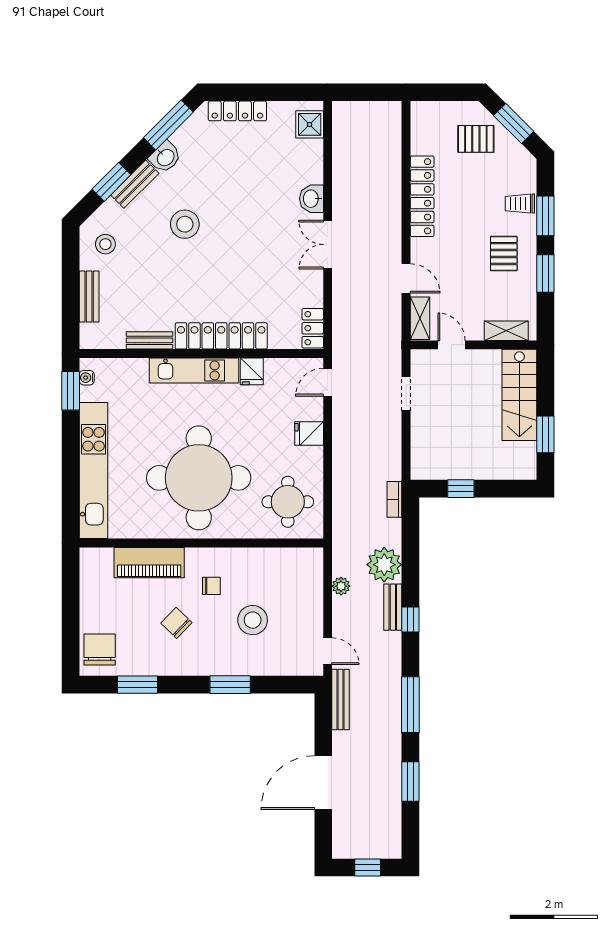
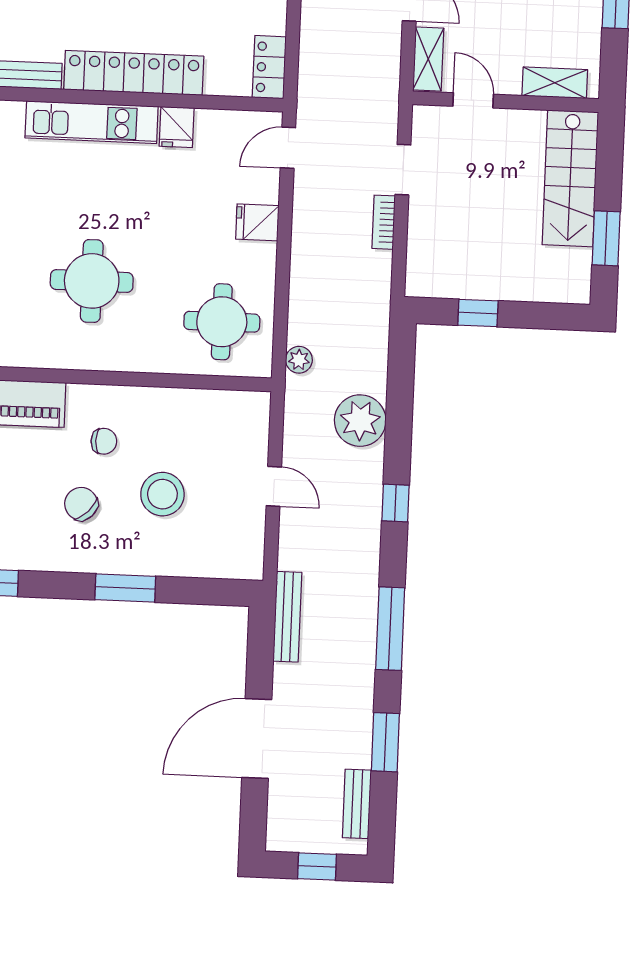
round table: (199, 478) -> (92, 281), width x0.54, depth x0.54
bookcase: (394, 499) -> (384, 222), moved
plant: (341, 586) -> (299, 360), moved
bench: (393, 607) -> (357, 804), moved
chair: (176, 623) -> (81, 504), moved
door: (328, 651) -> (274, 486), moved

